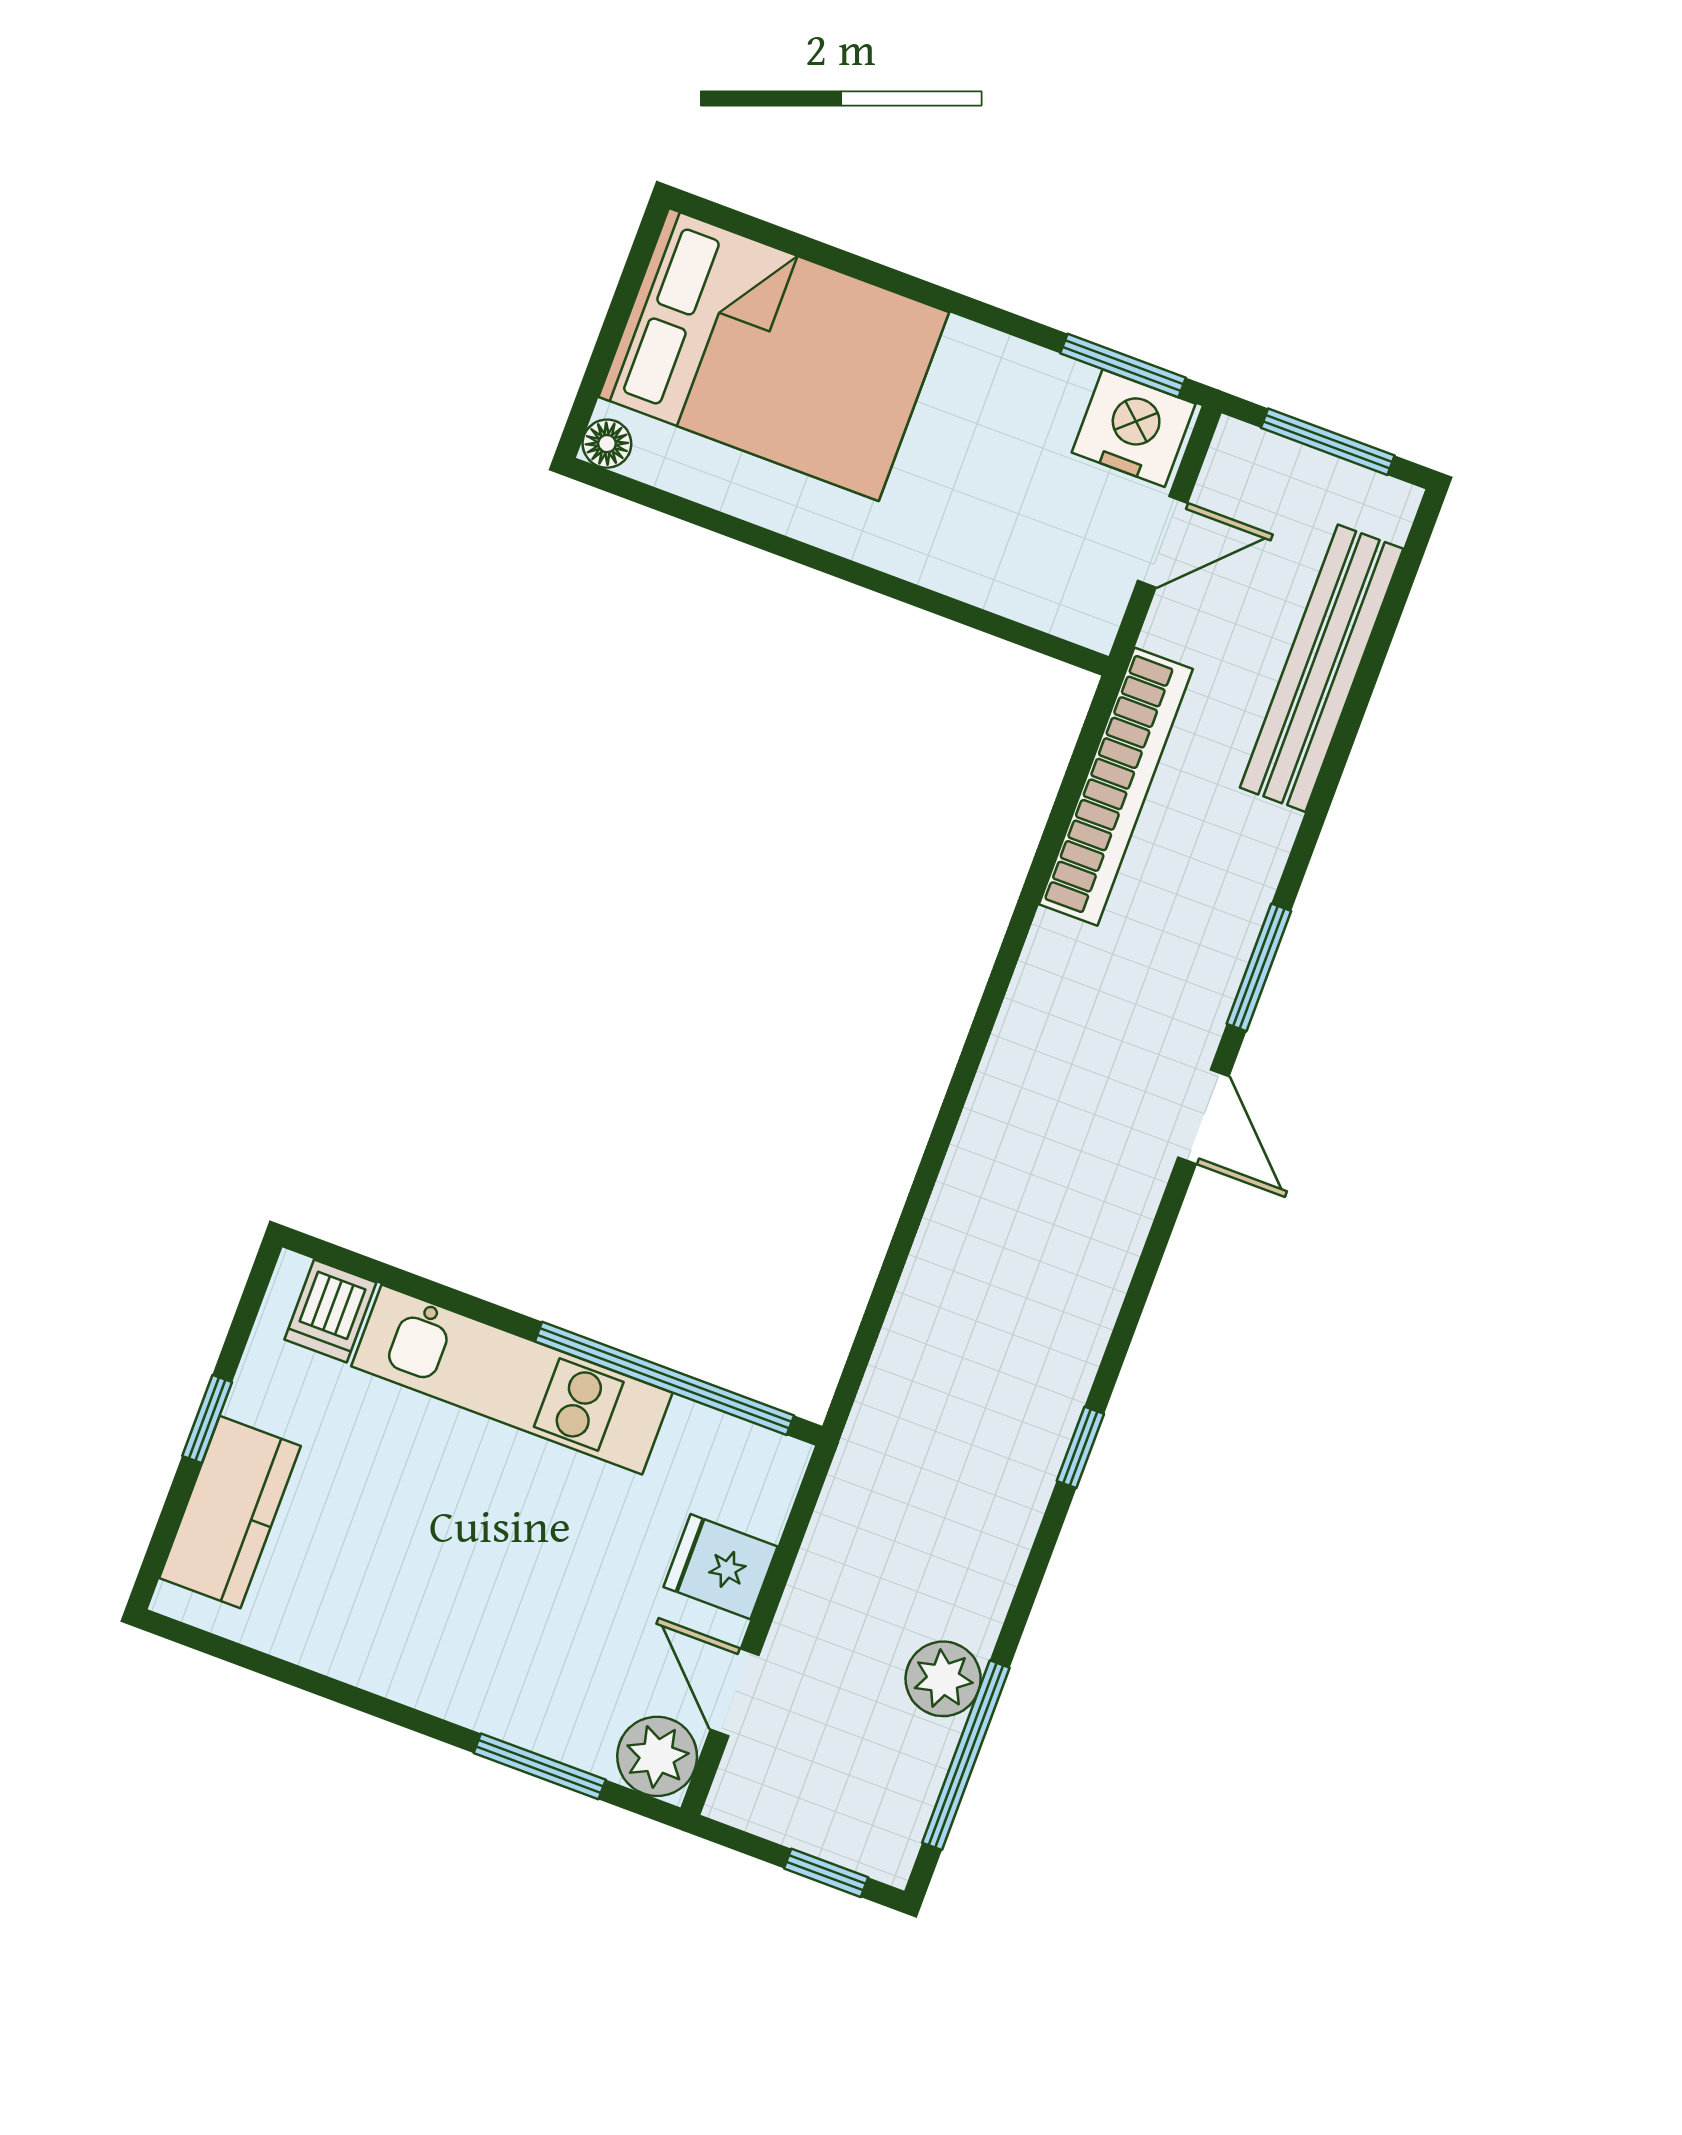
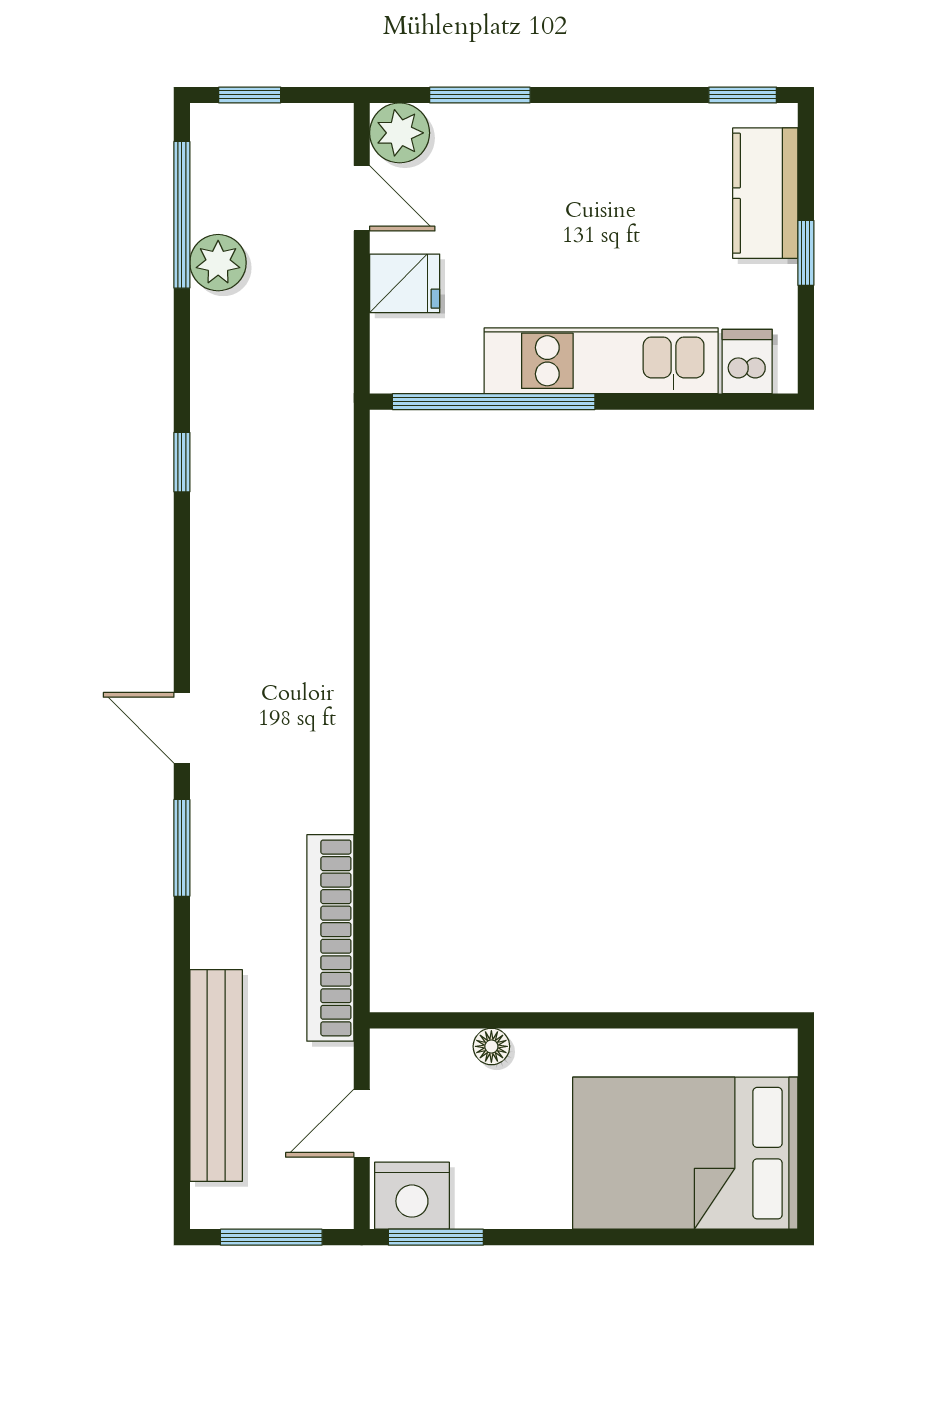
floor lamp: (607, 444) -> (491, 1046), moved
window: (213, 1645) -> (743, 95), added

